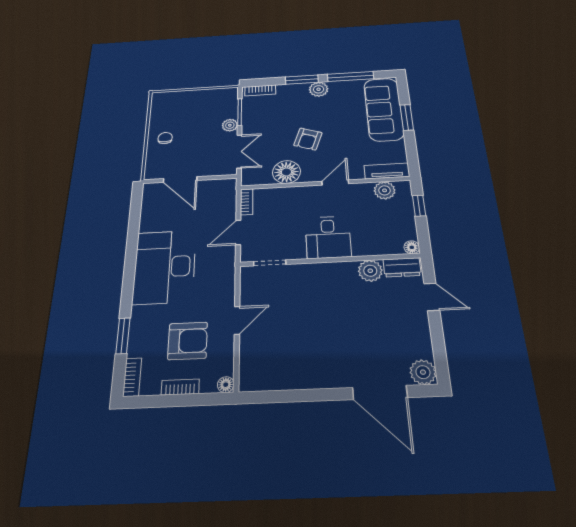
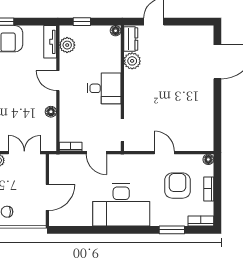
armchair: (308, 139) -> (16, 99), removed
floor lamp: (286, 172) -> (51, 112), width x0.53, depth x0.53
plant: (423, 372) -> (205, 34), removed

